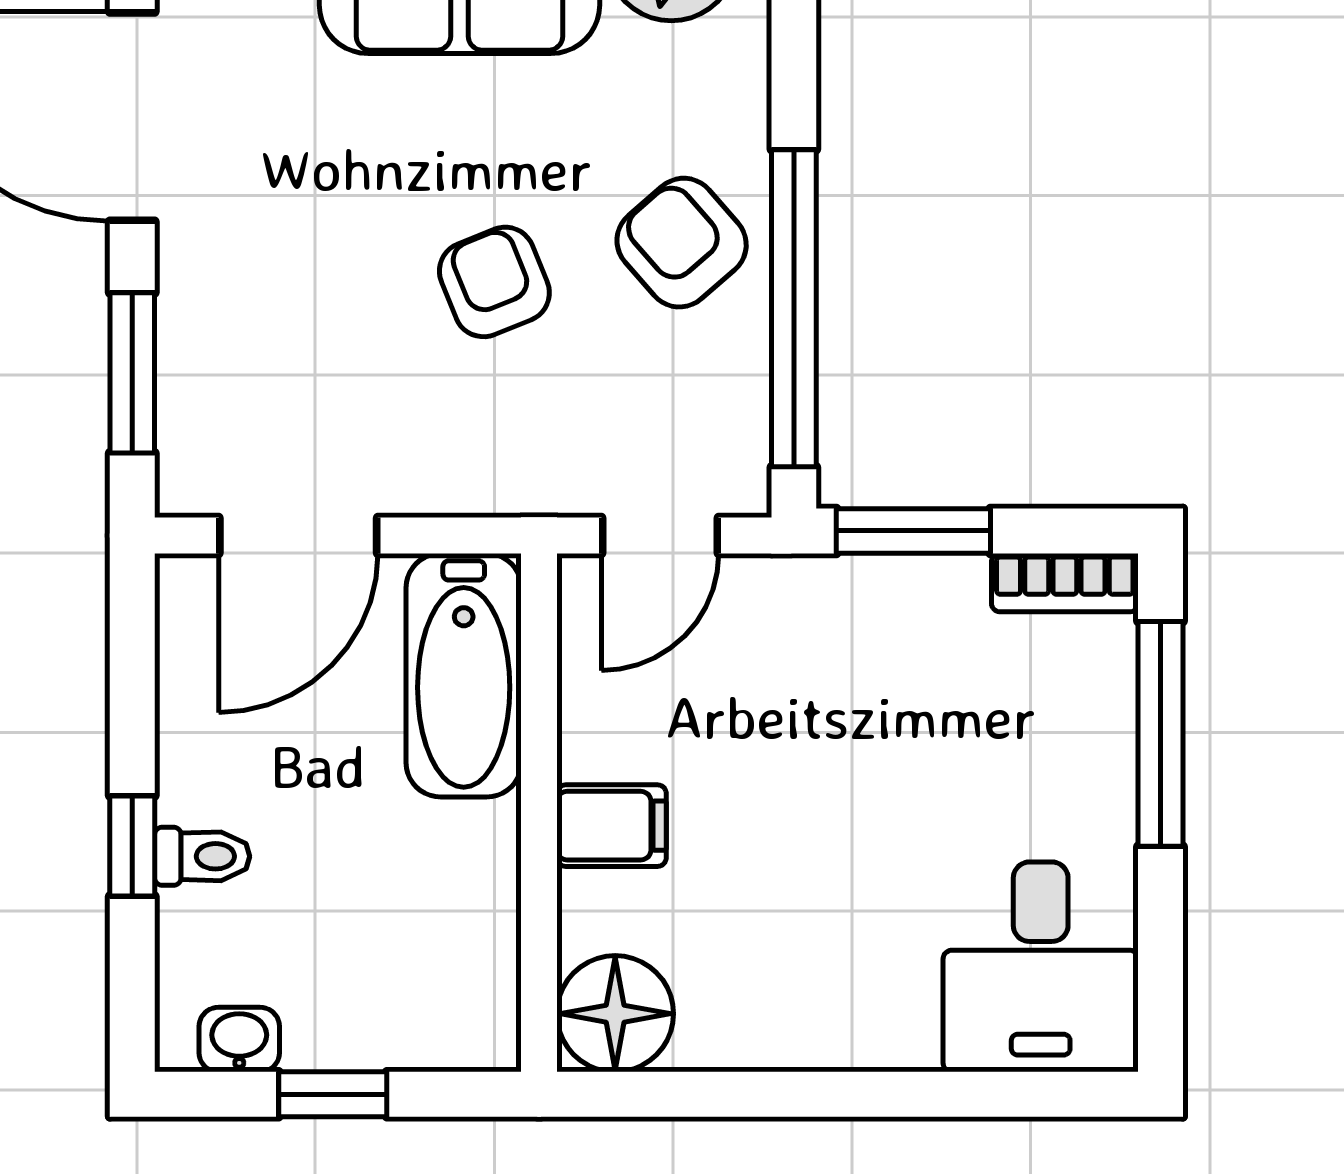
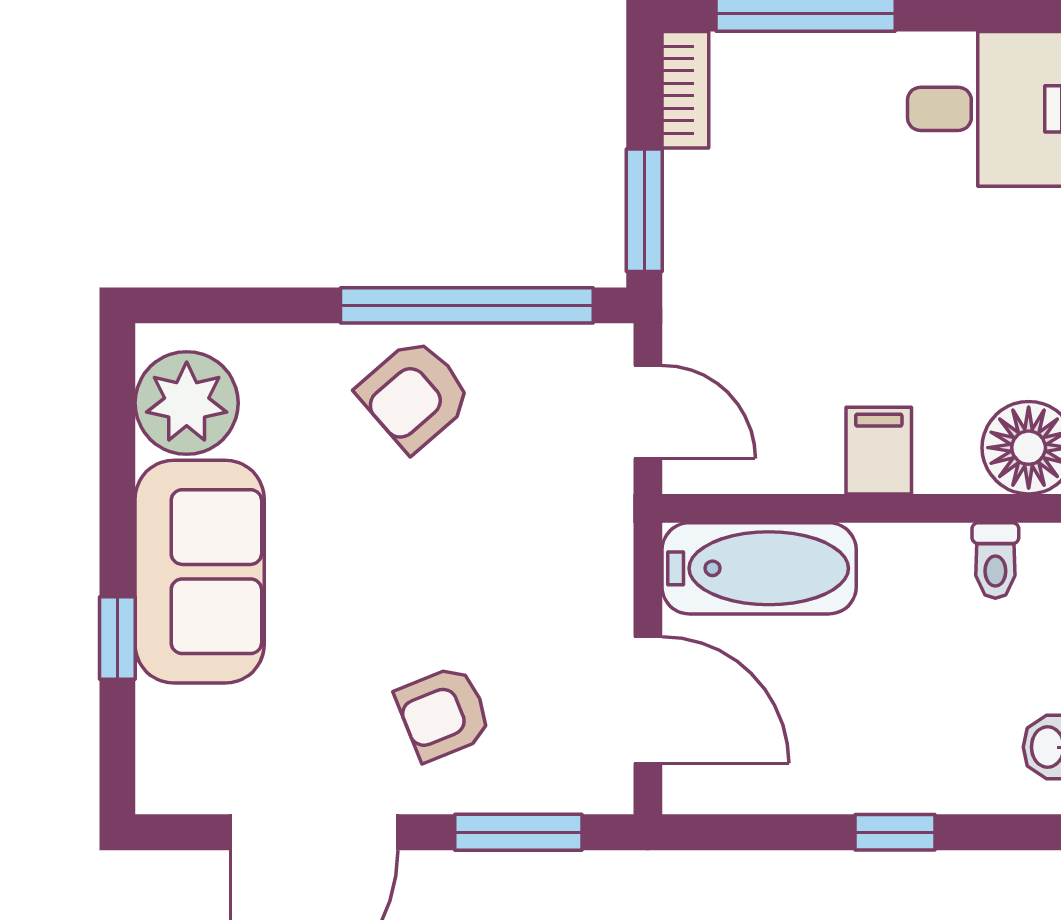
armchair: (494, 282) -> (444, 713), moved
toilet: (202, 856) -> (995, 560), moved, turned 180

